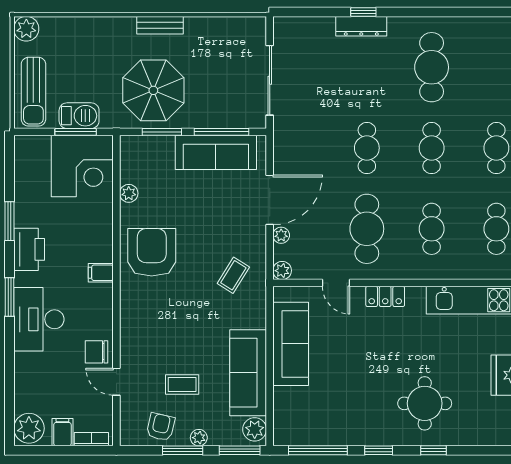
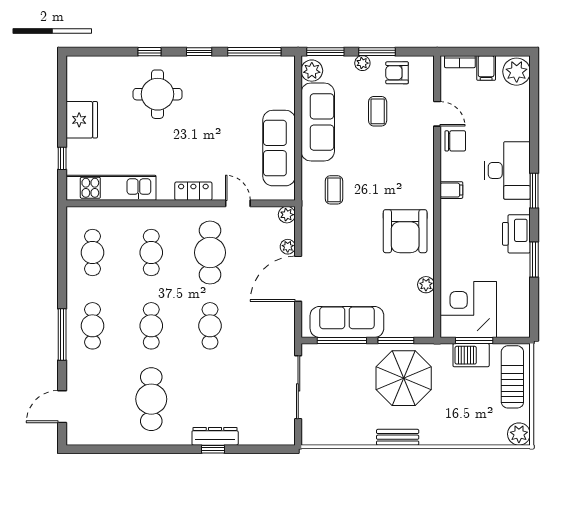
filing cabinet: (101, 273) -> (451, 190), moved
coffee table: (233, 275) -> (334, 190), moved, turned -32
coffee table: (182, 385) -> (378, 111), turned 90
armchair: (161, 427) -> (397, 73), turned 77

